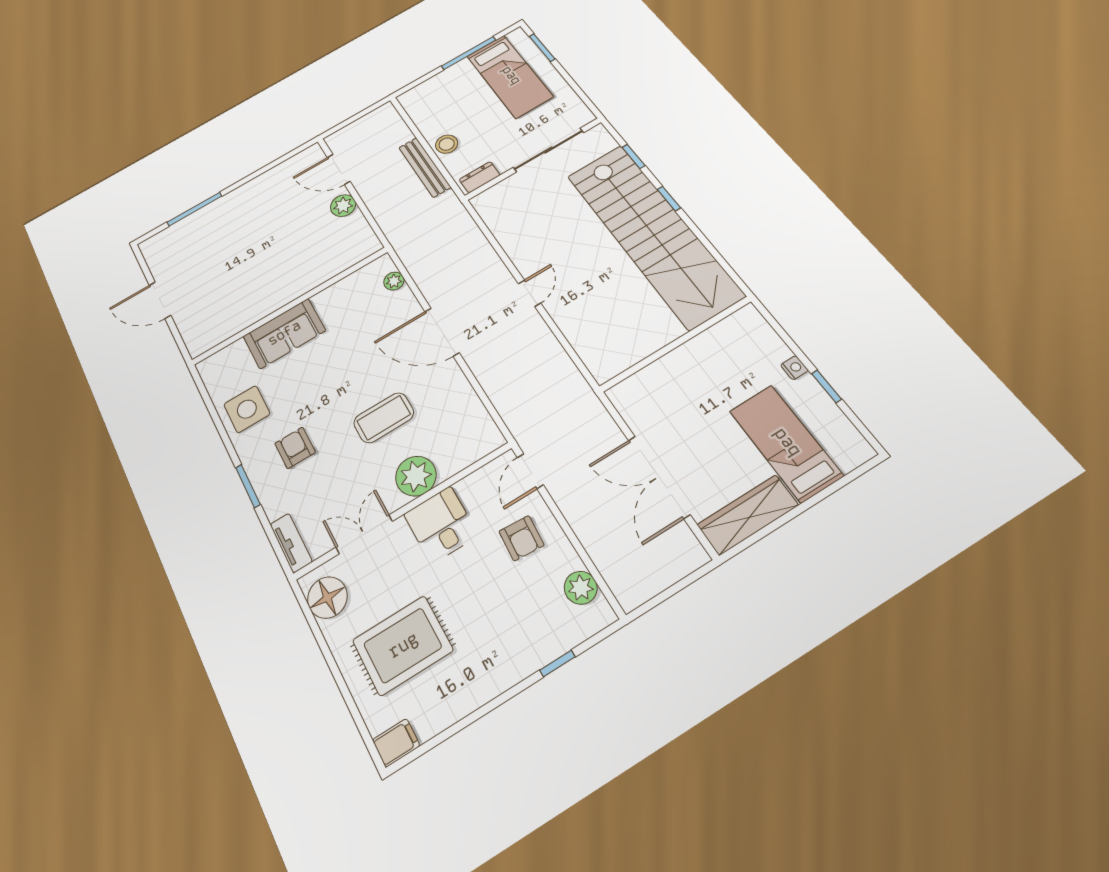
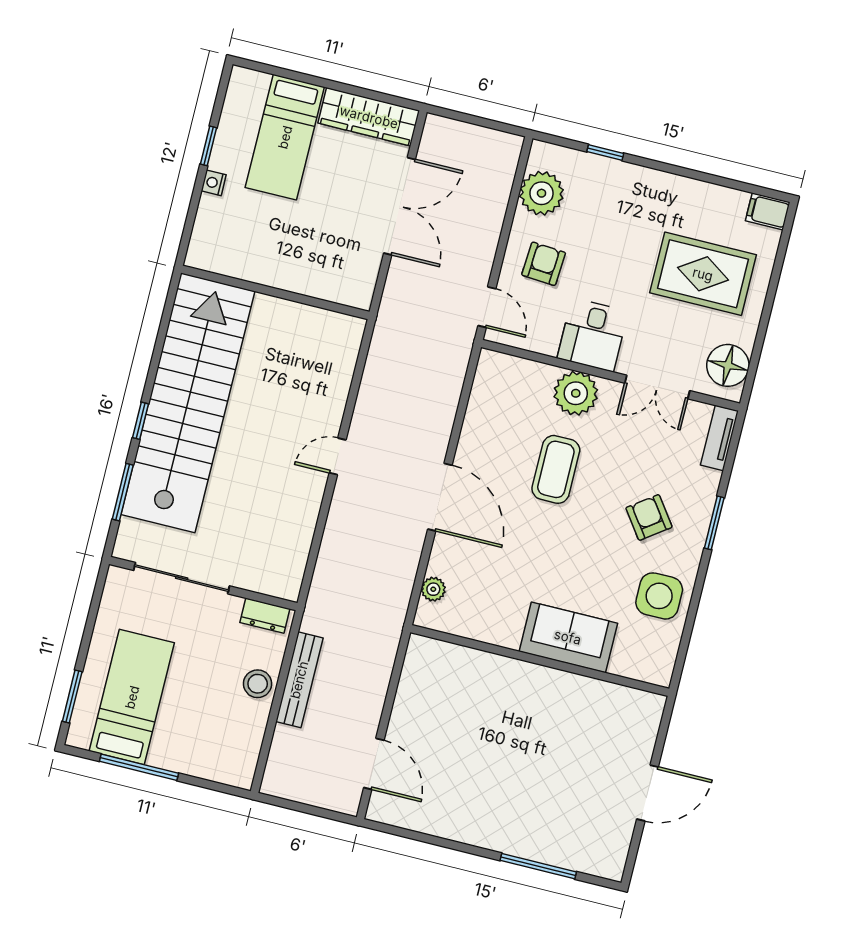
window: (633, 156) -> (123, 492), width x1.50
plant: (343, 206) -> (405, 718), removed
door: (160, 300) -> (648, 793), hinge flipped
coffee table: (384, 418) -> (556, 469), turned 90
armchair: (295, 448) -> (649, 517), turned 144
door: (530, 471) -> (487, 307), hinge flipped
plant: (581, 588) -> (542, 193), width x1.36, depth x1.36

